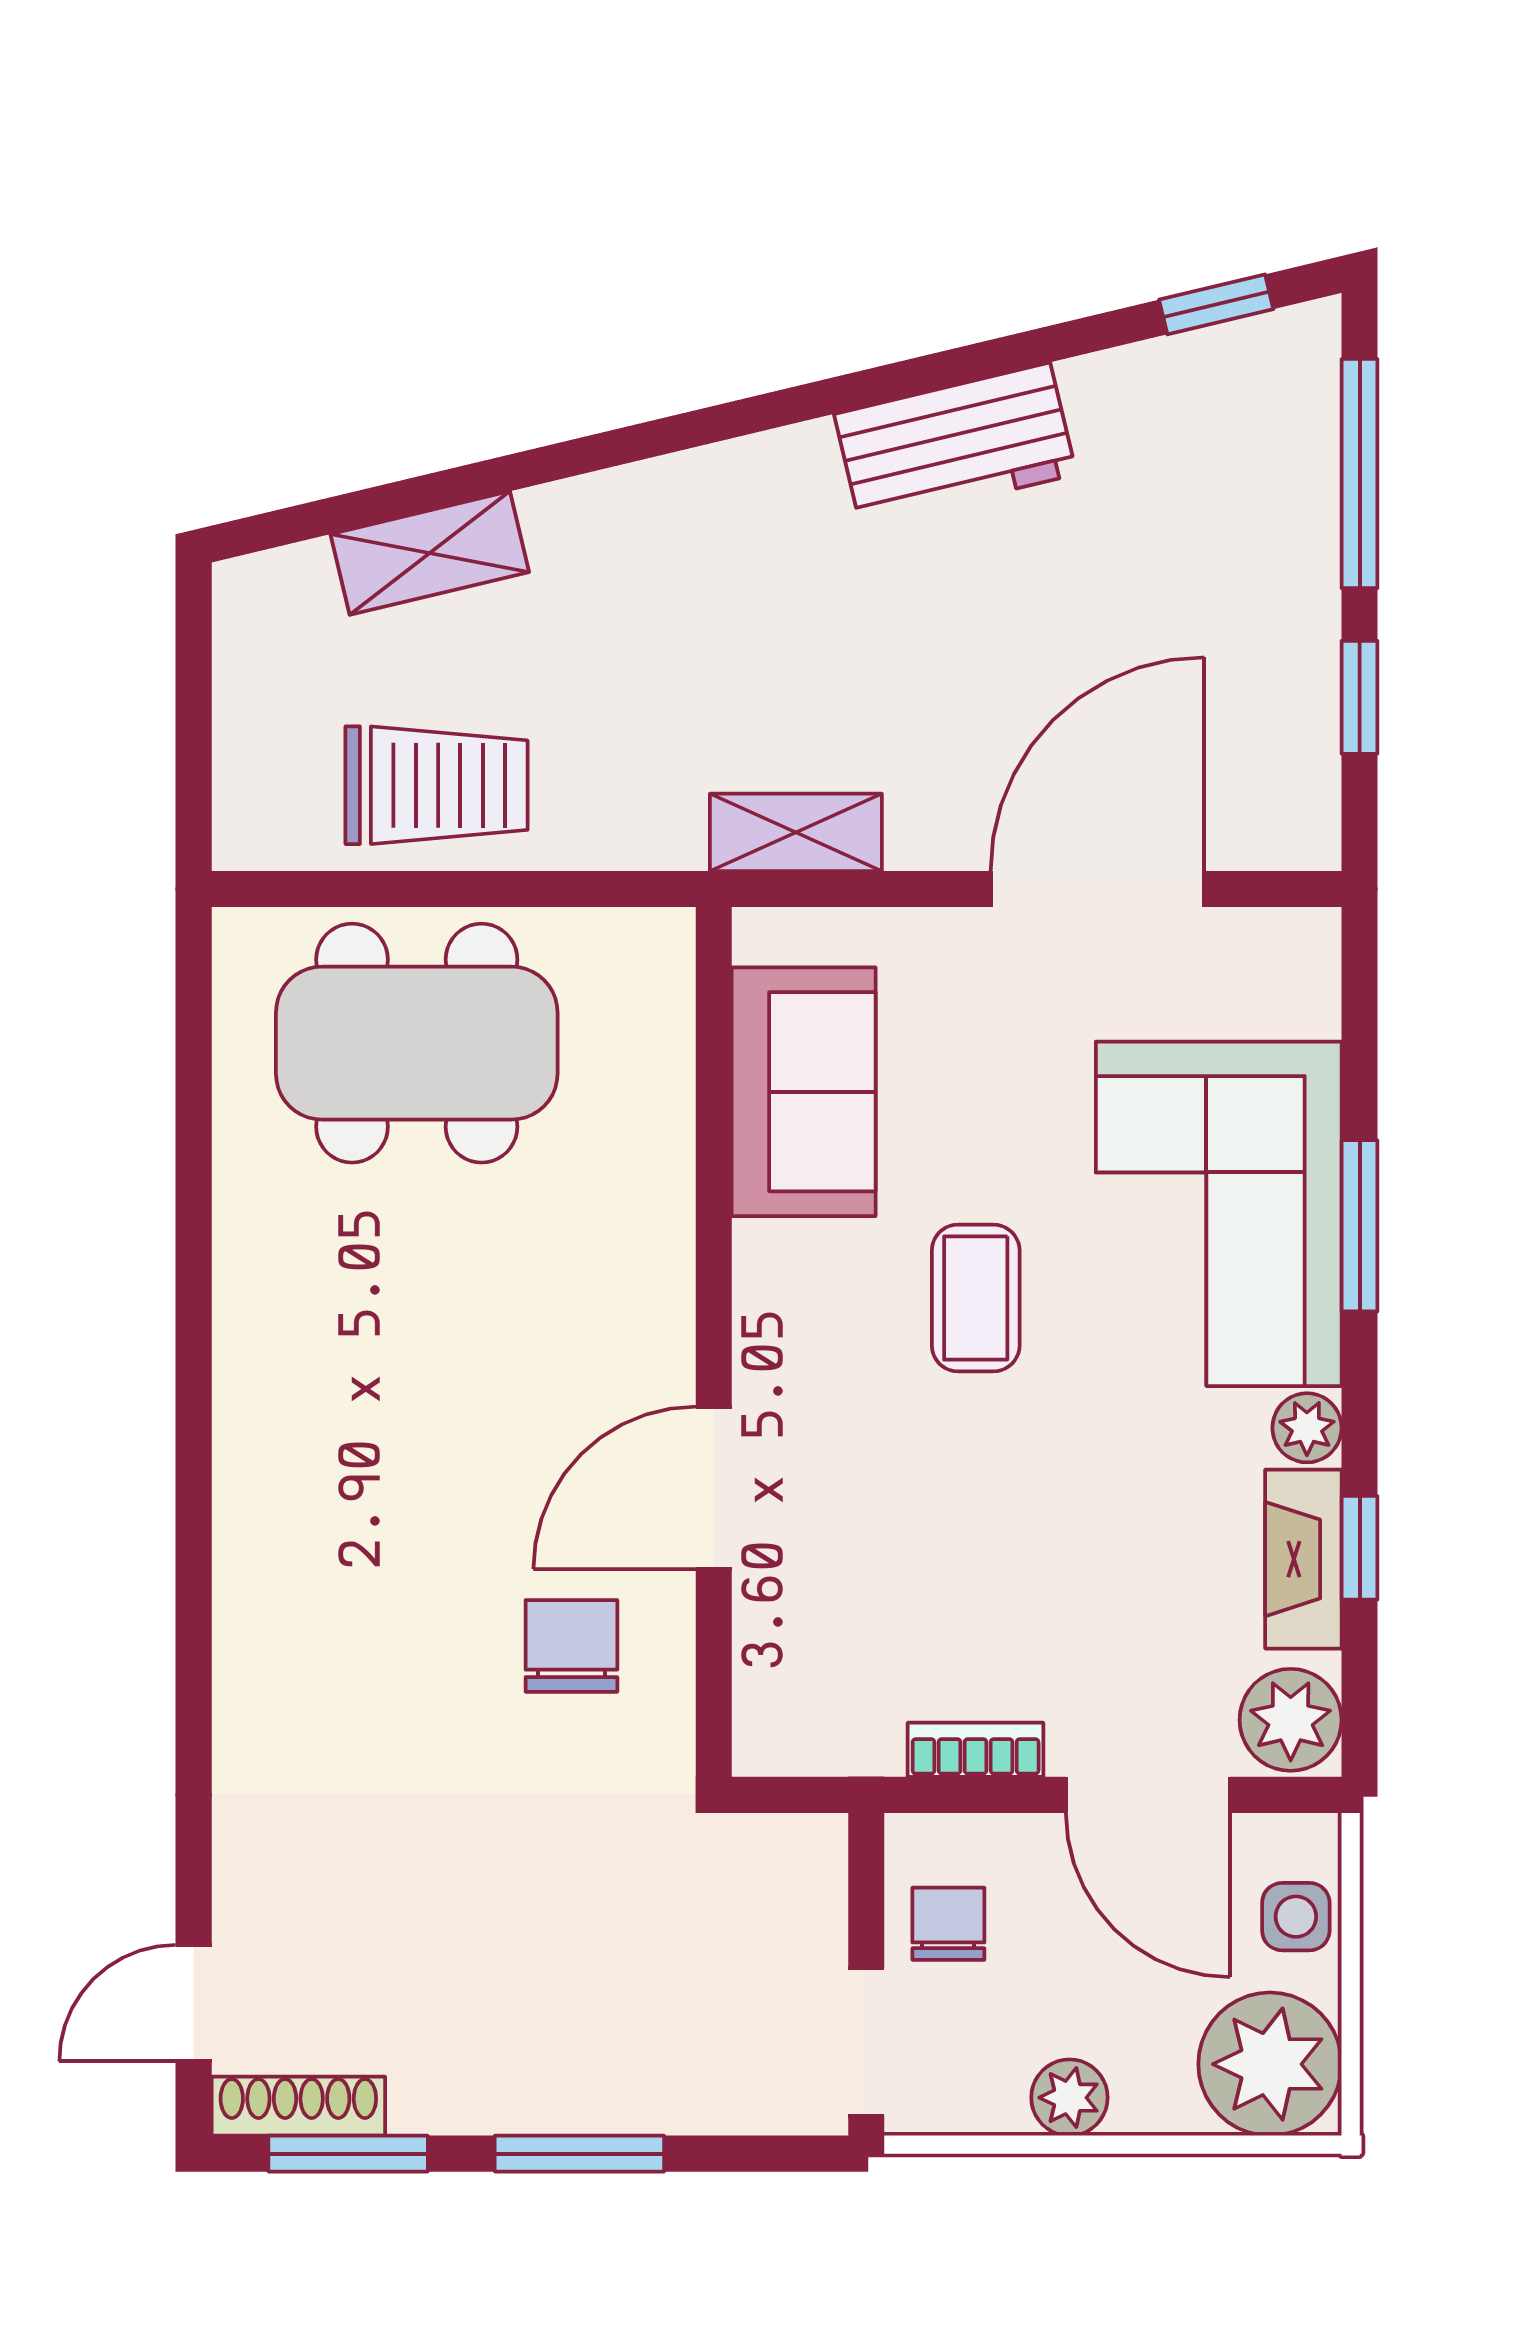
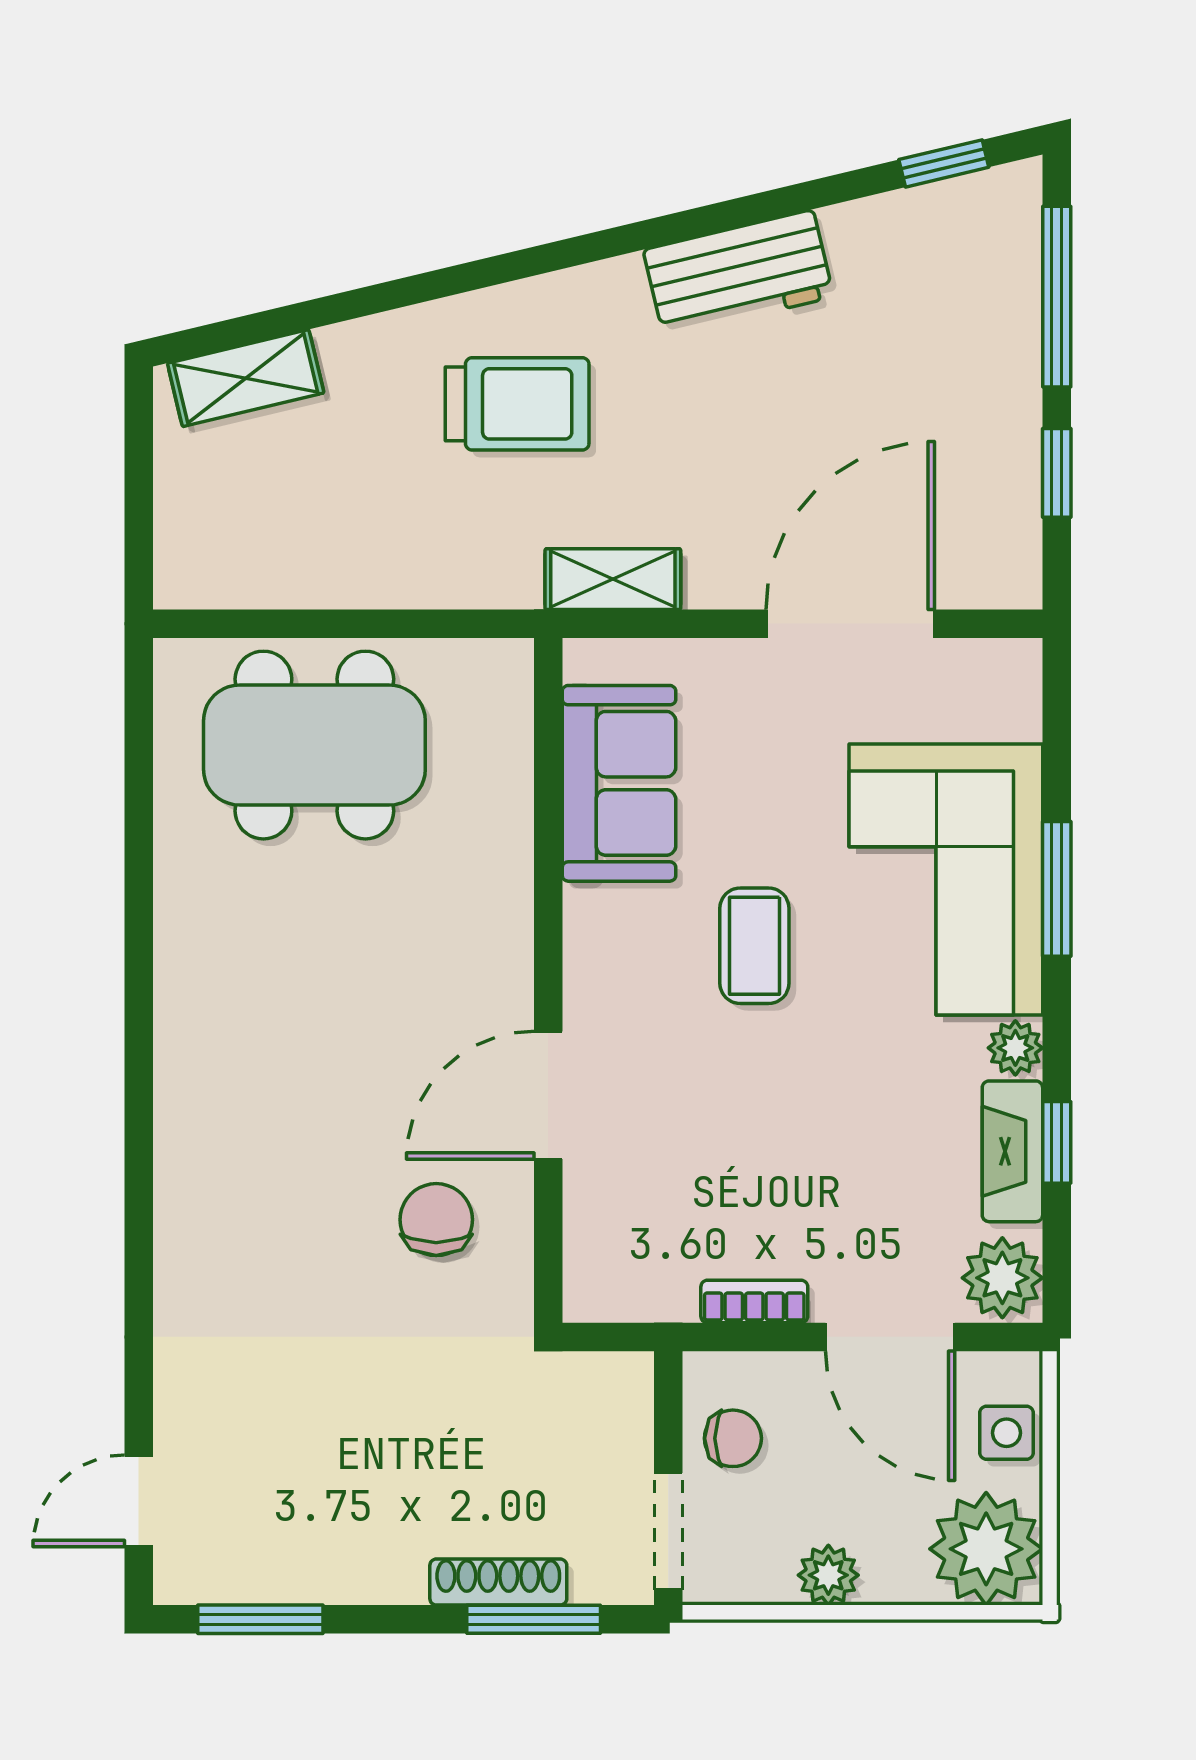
shelving: (430, 553) -> (246, 378), moved
trolley: (436, 785) -> (517, 404), moved
chair: (948, 1924) -> (733, 1438), turned 90
shoe rack: (298, 2106) -> (498, 1582), moved
window: (579, 2154) -> (534, 1619), moved

